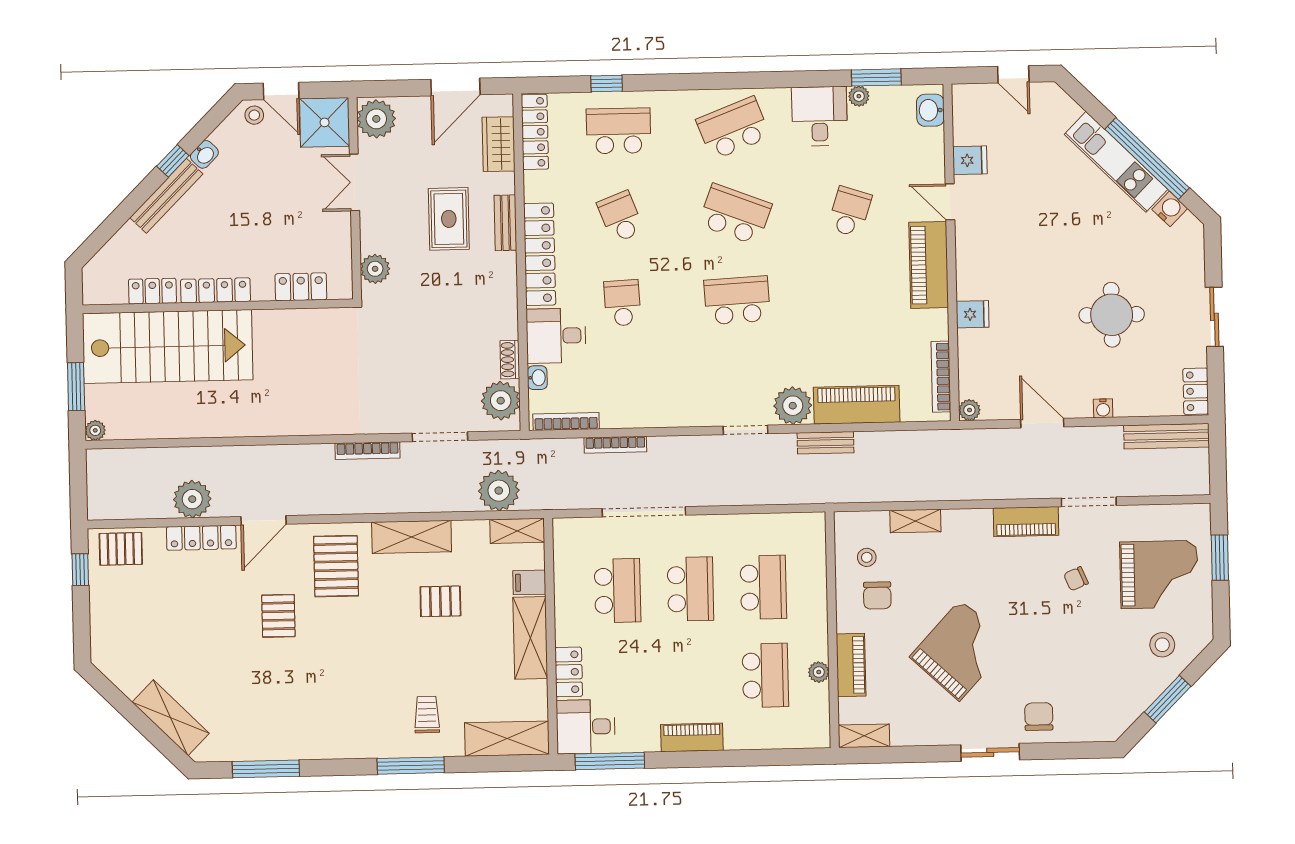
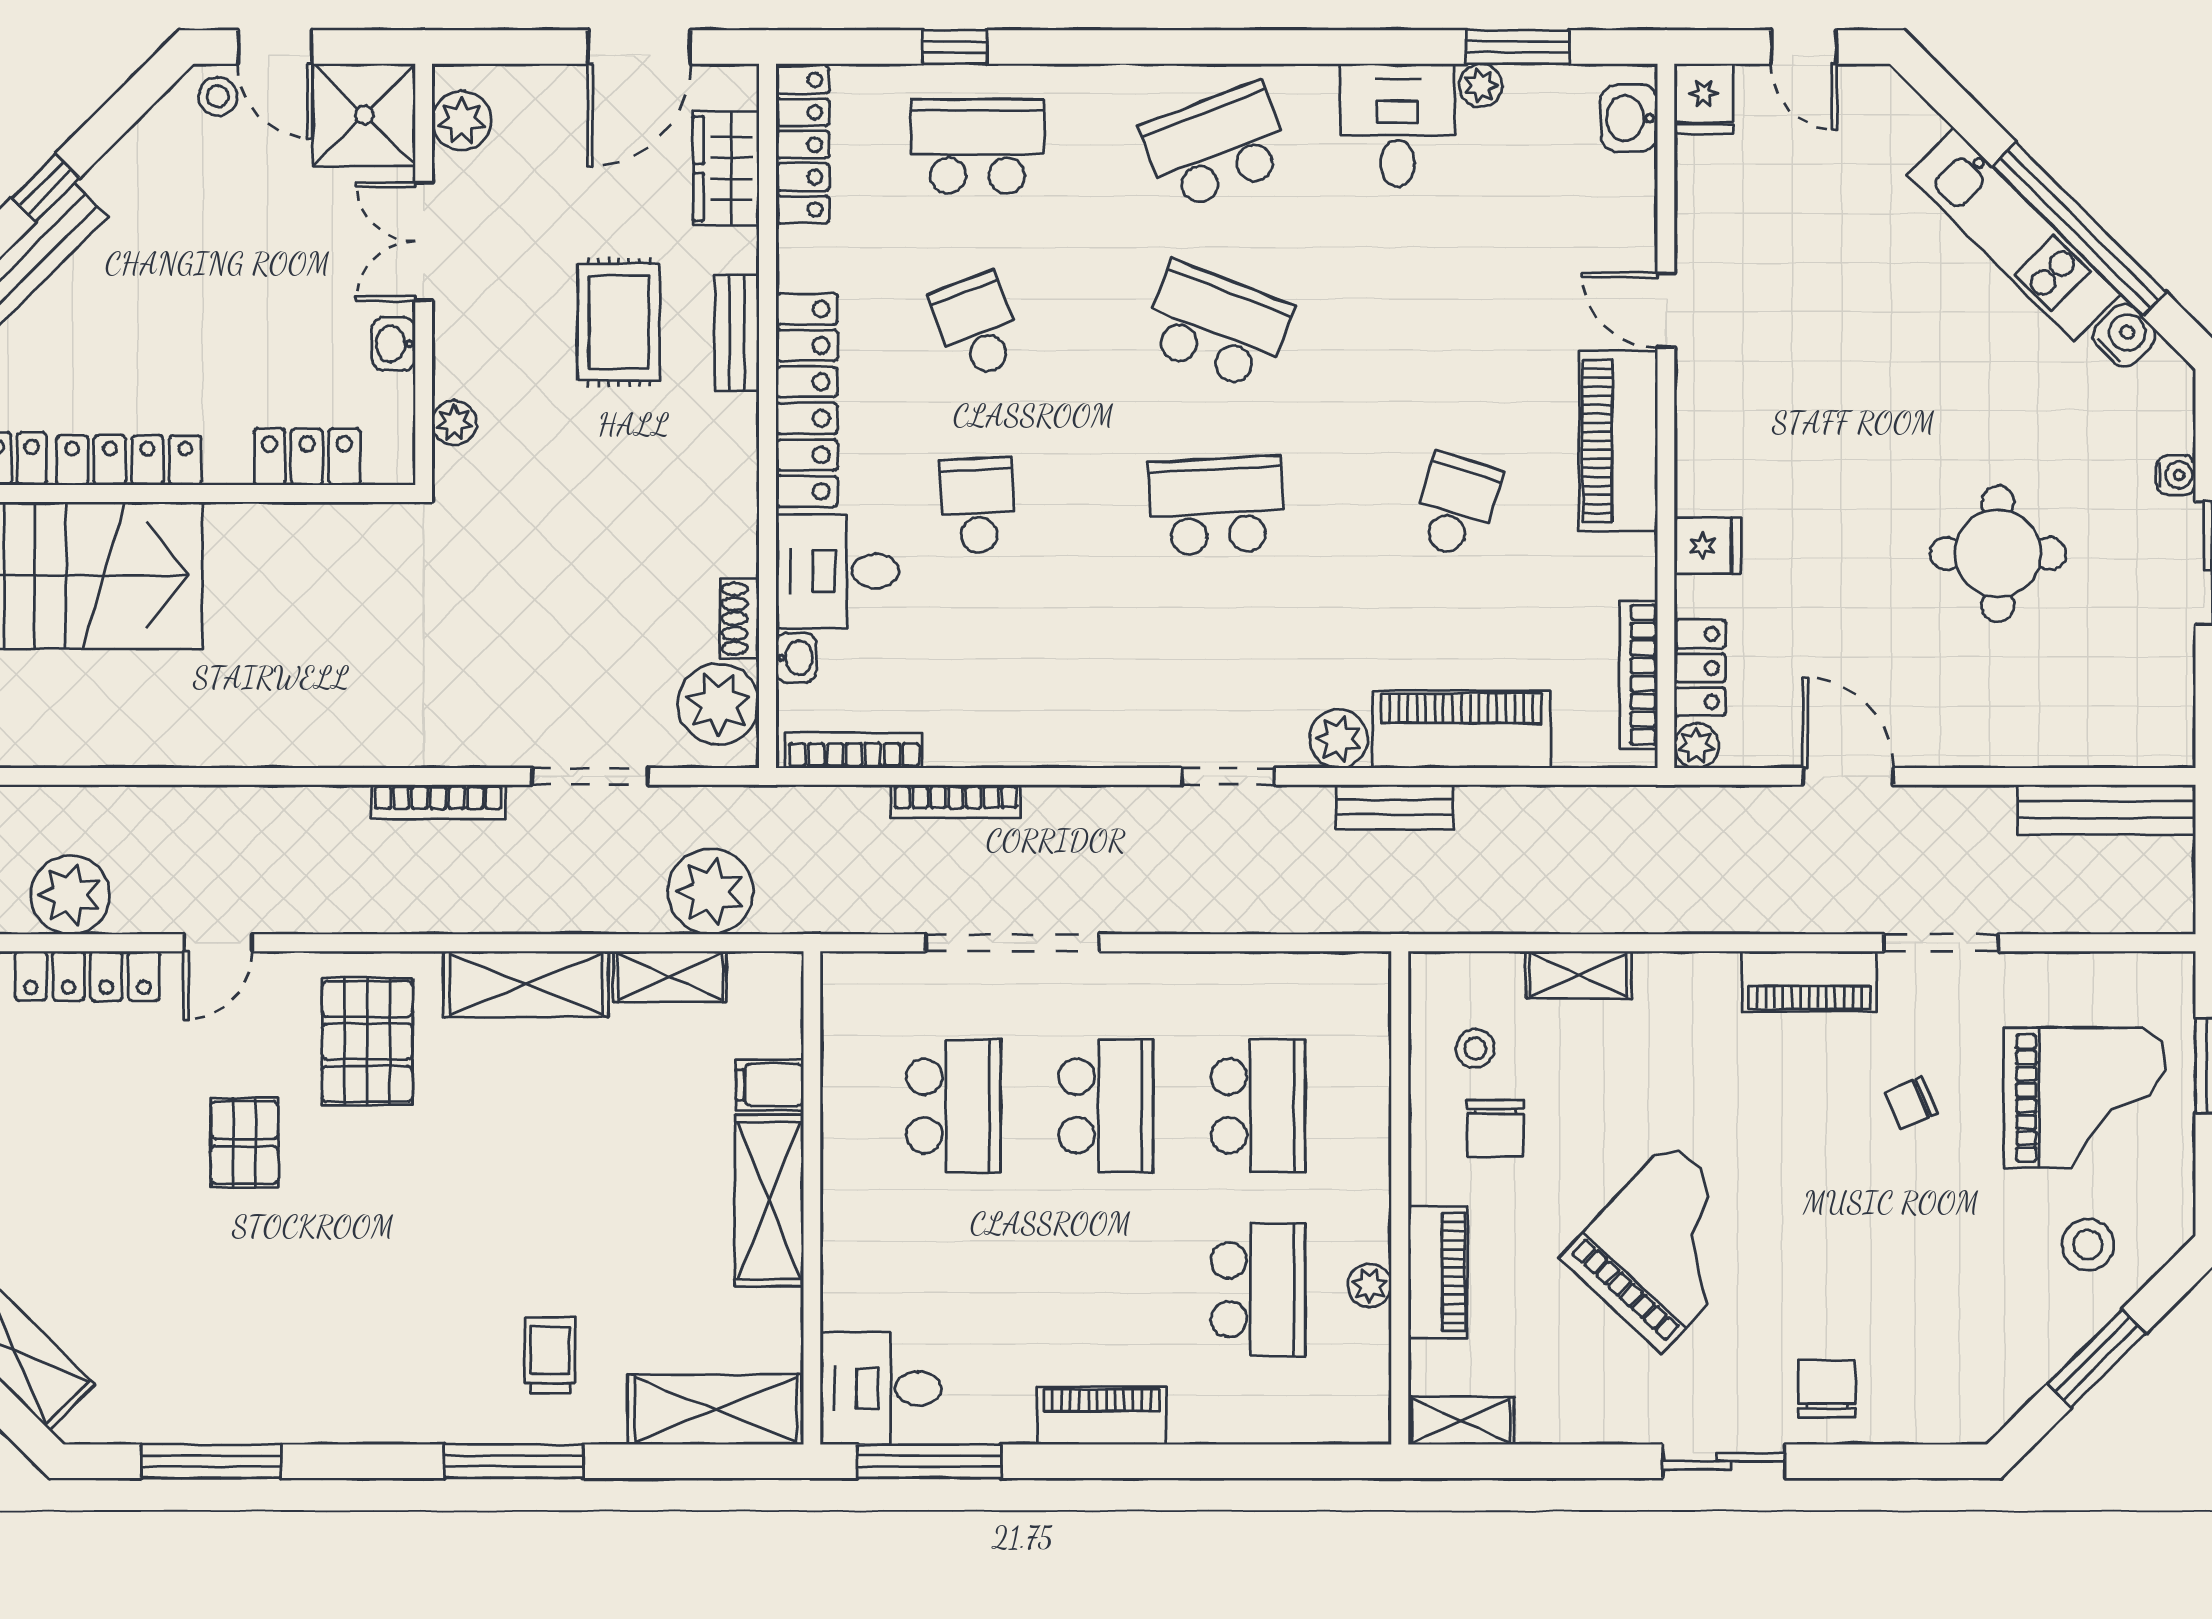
plant: (376, 119) -> (462, 121), width x0.73, depth x0.73
washbasin: (204, 154) -> (394, 344), moved, turned 135
fridge: (970, 160) -> (1704, 99), moved, turned 90
school desk: (850, 212) -> (1456, 506), moved
plant: (375, 269) -> (454, 423), width x0.73, depth x0.73
locker: (1196, 391) -> (1700, 668), moved, turned 180
plant: (793, 406) -> (1339, 739), width x0.73, depth x0.73
water cooler: (1103, 408) -> (2176, 475), moved, turned -90
door: (264, 520) -> (218, 943), width x0.73
shelving: (517, 531) -> (670, 977), moved
pallet: (440, 601) -> (583, 1120), removed
locker: (569, 672) -> (848, 1273), removed

